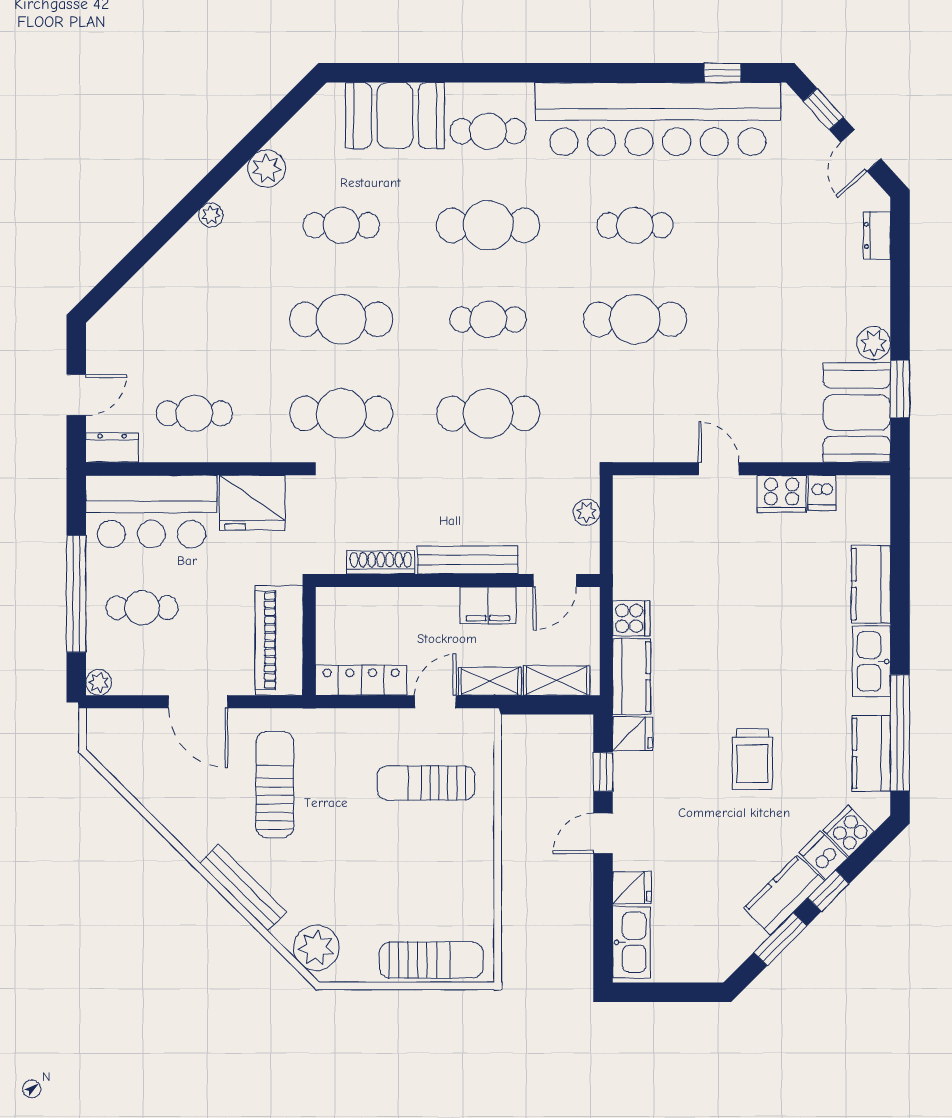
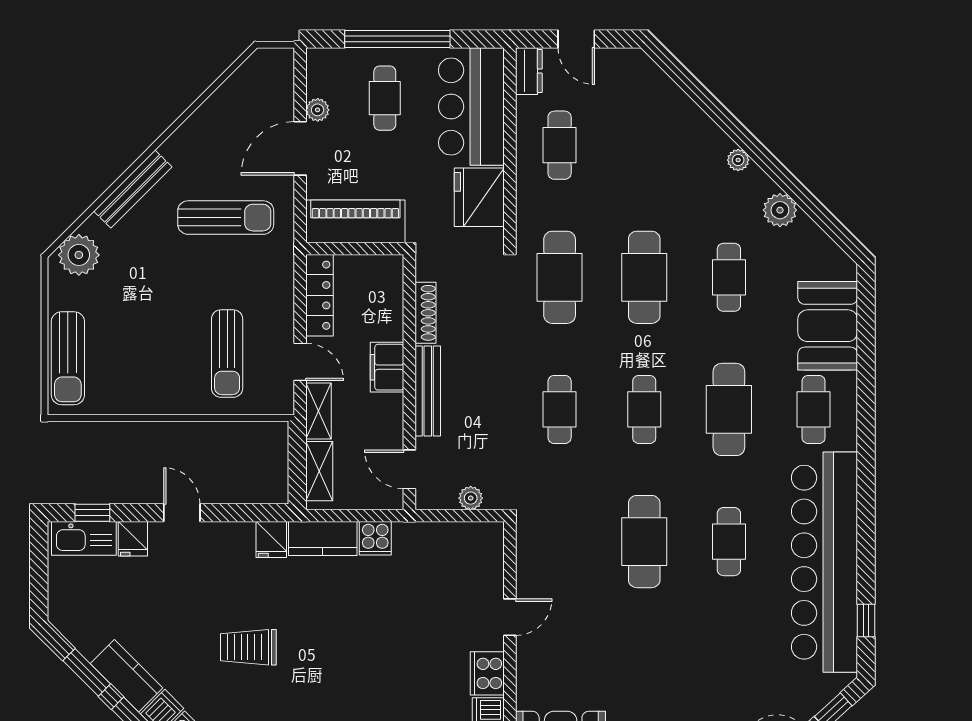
cafe table: (488, 413) -> (560, 409), width x0.73, depth x0.74
filing cabinet: (488, 605) -> (387, 367), moved
plant: (99, 683) -> (318, 110), moved
window: (603, 772) -> (92, 513), moved
sun lounger: (426, 783) -> (227, 354), turned 180

